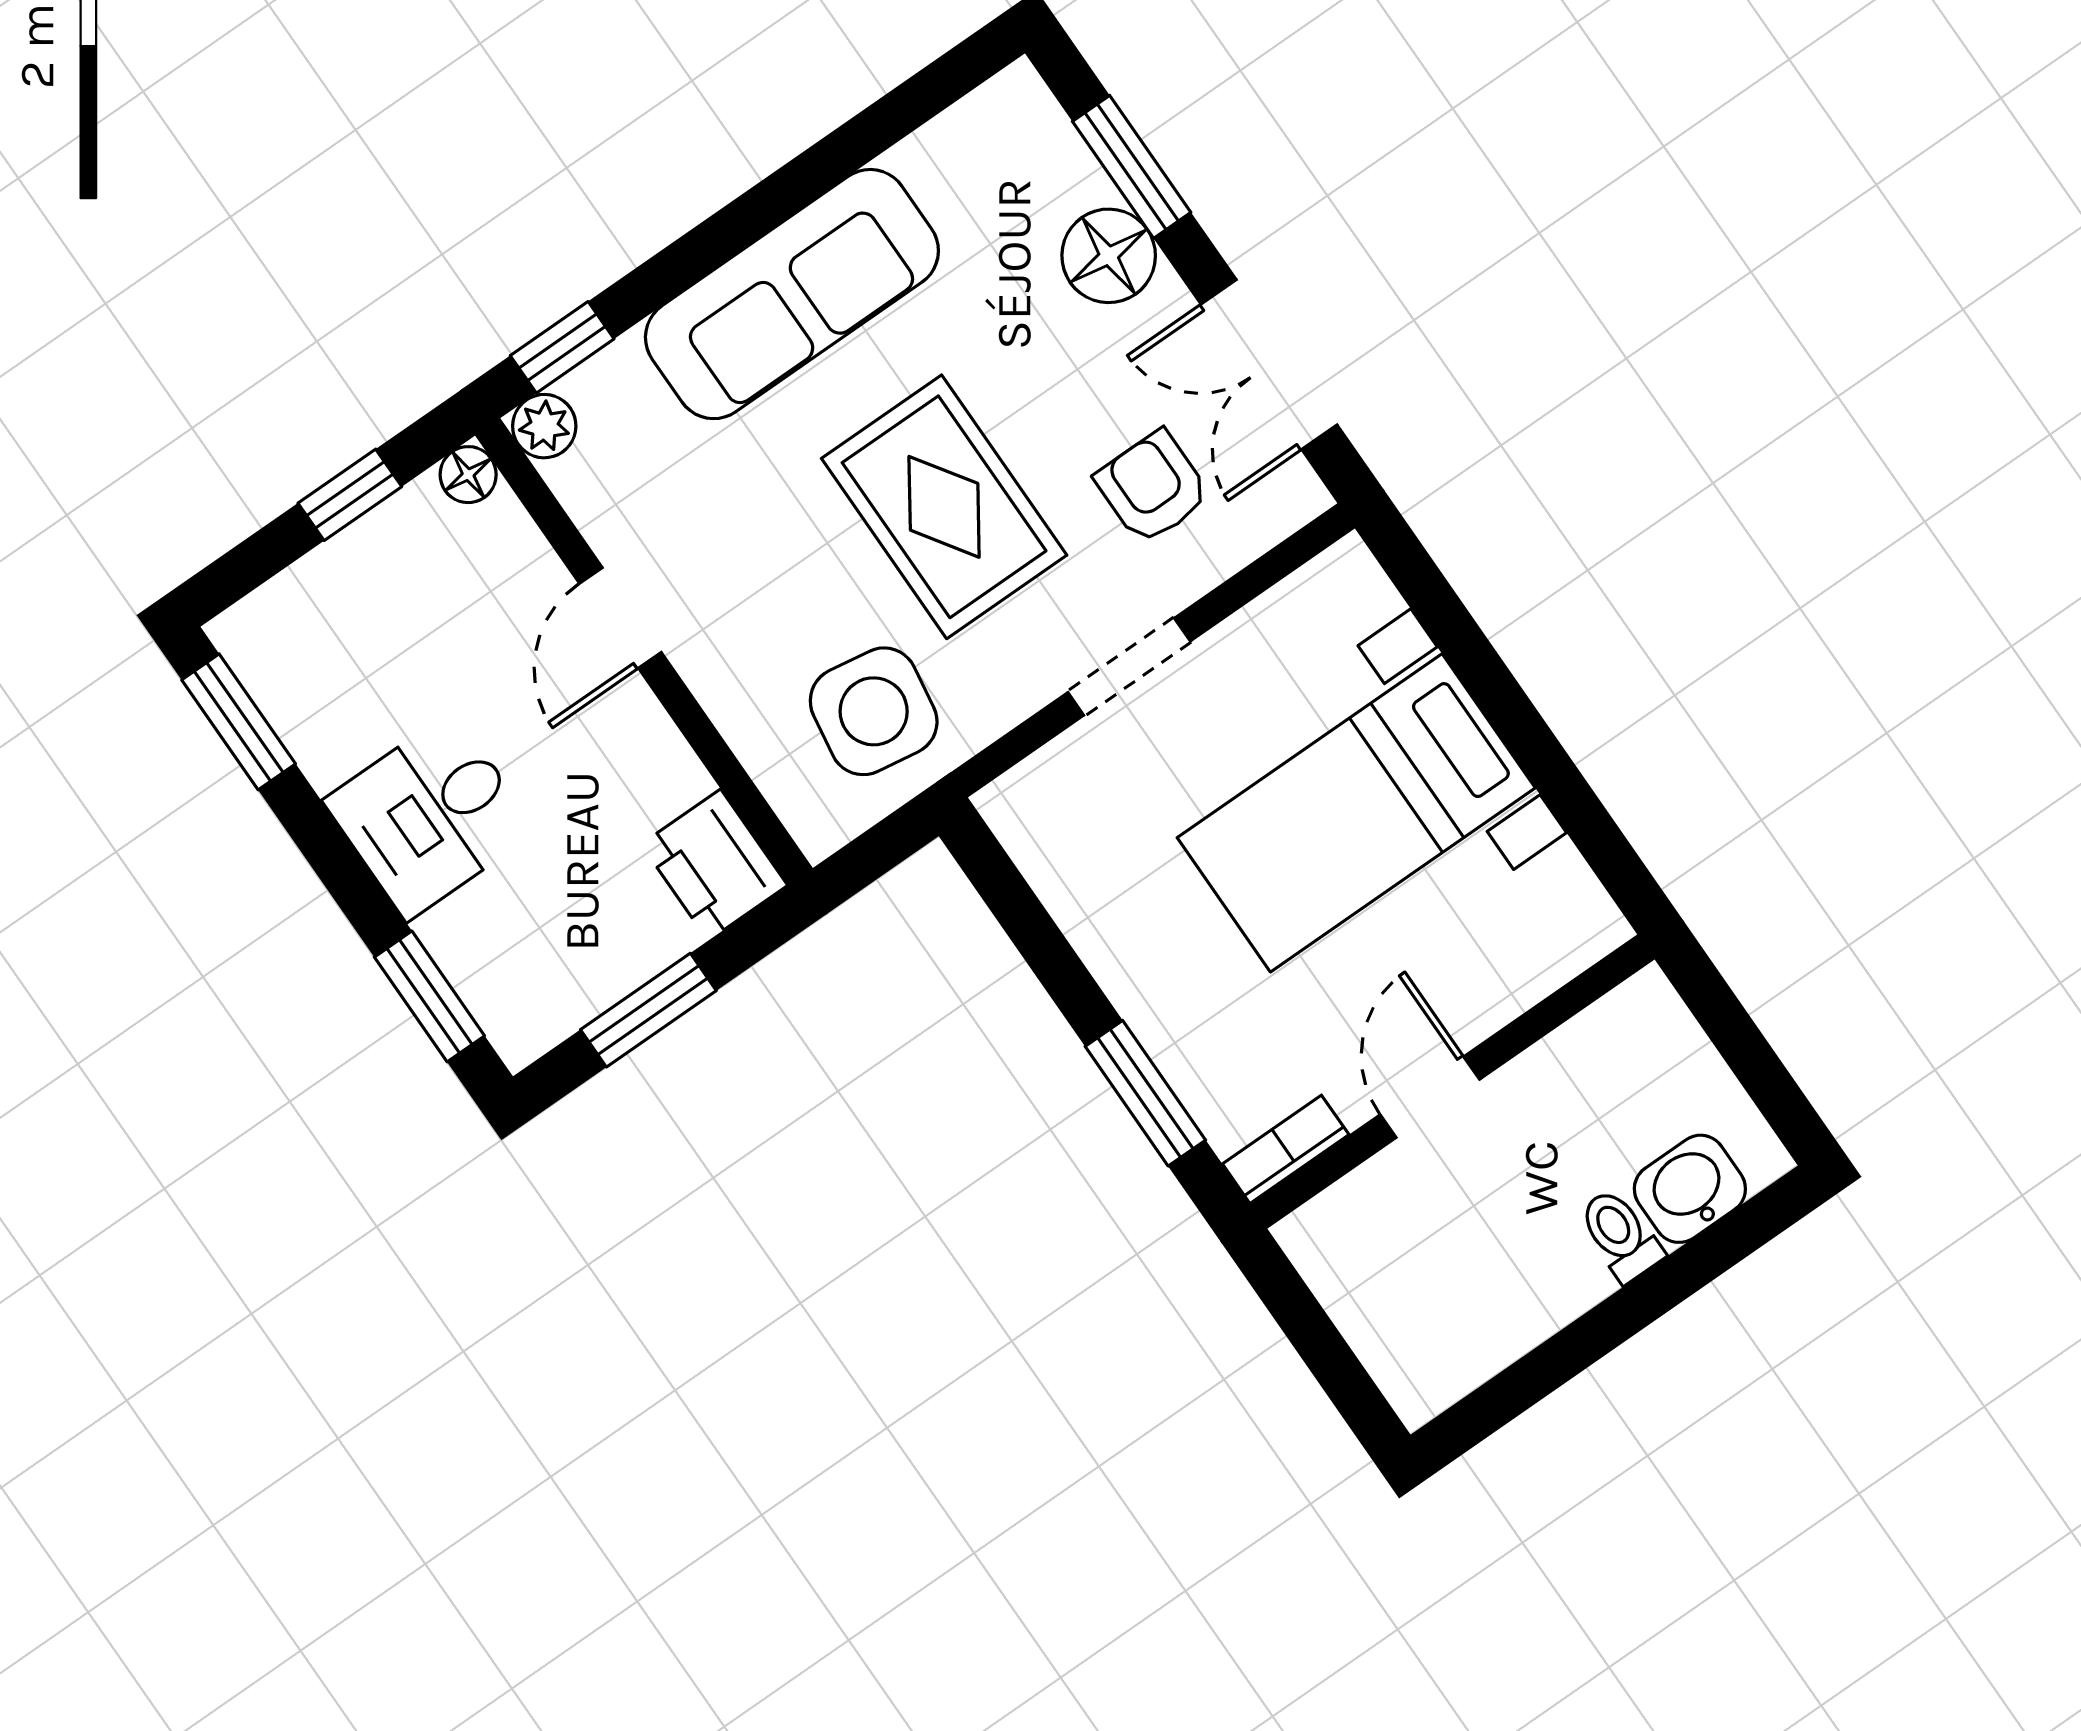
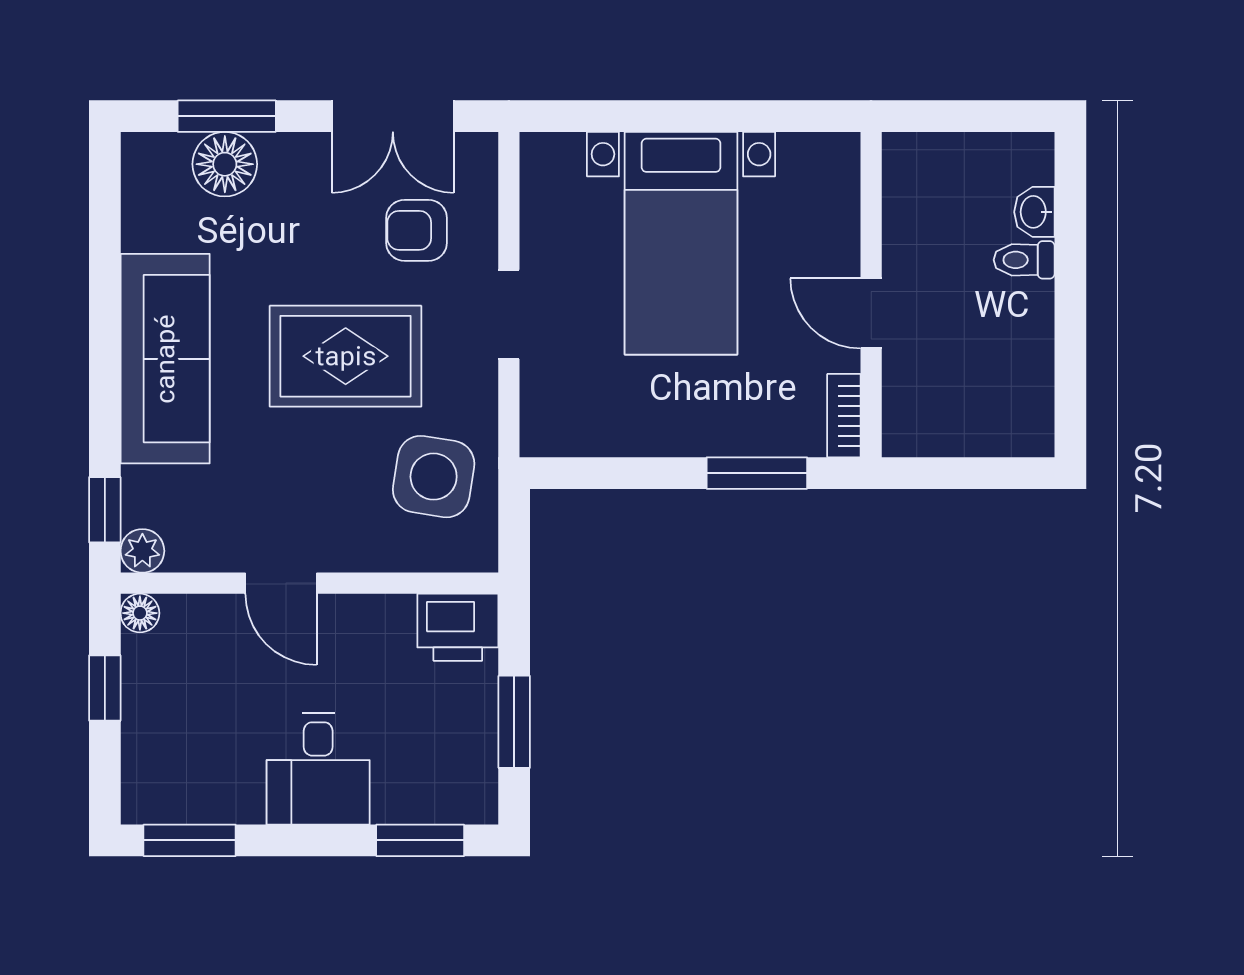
floor lamp: (1109, 256) -> (225, 164), moved
washbasin: (1690, 1189) -> (1034, 212), width x0.72, depth x0.69

